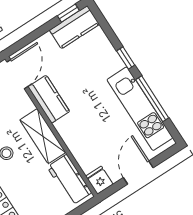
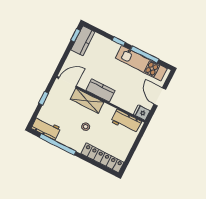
door: (17, 74) -> (67, 82), hinge flipped
kitchen counter: (49, 99) -> (101, 91), moved
shelving: (43, 136) -> (87, 101), moved

